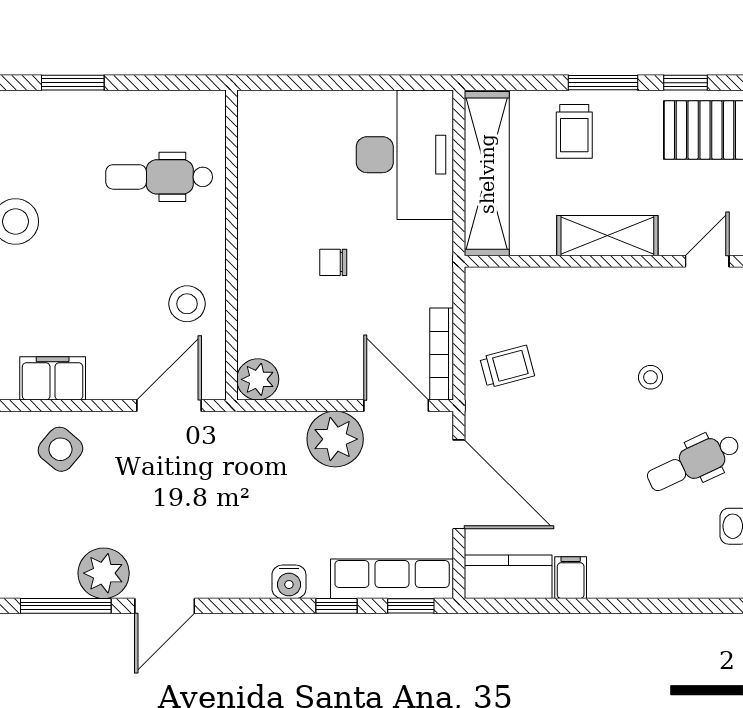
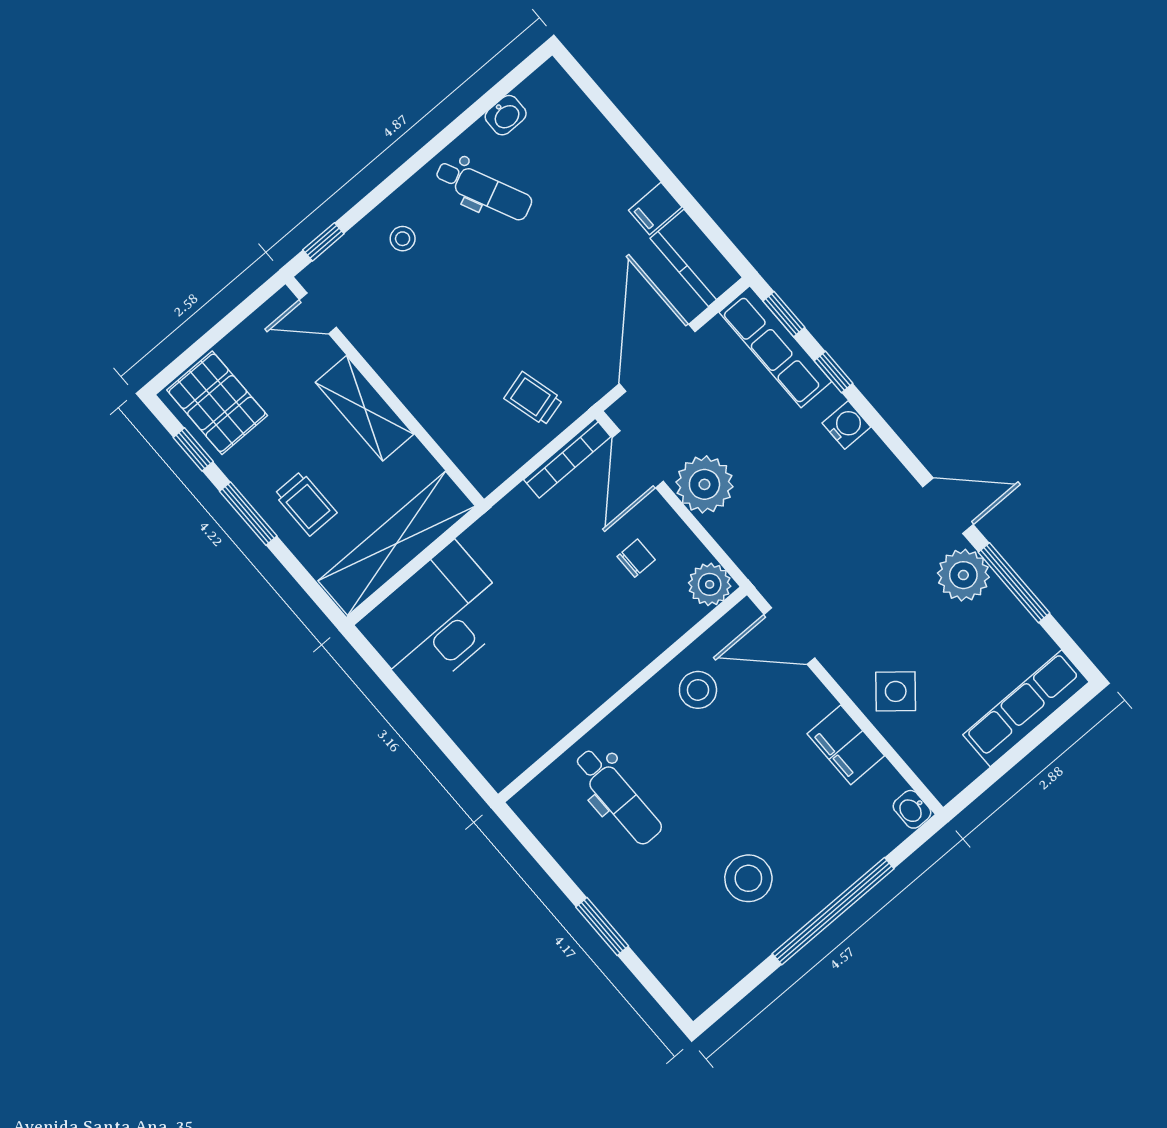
trolley: (574, 131) -> (305, 503), turned 90
chair: (333, 262) -> (636, 558), moved, turned -90
stool: (651, 377) -> (403, 239), moved

